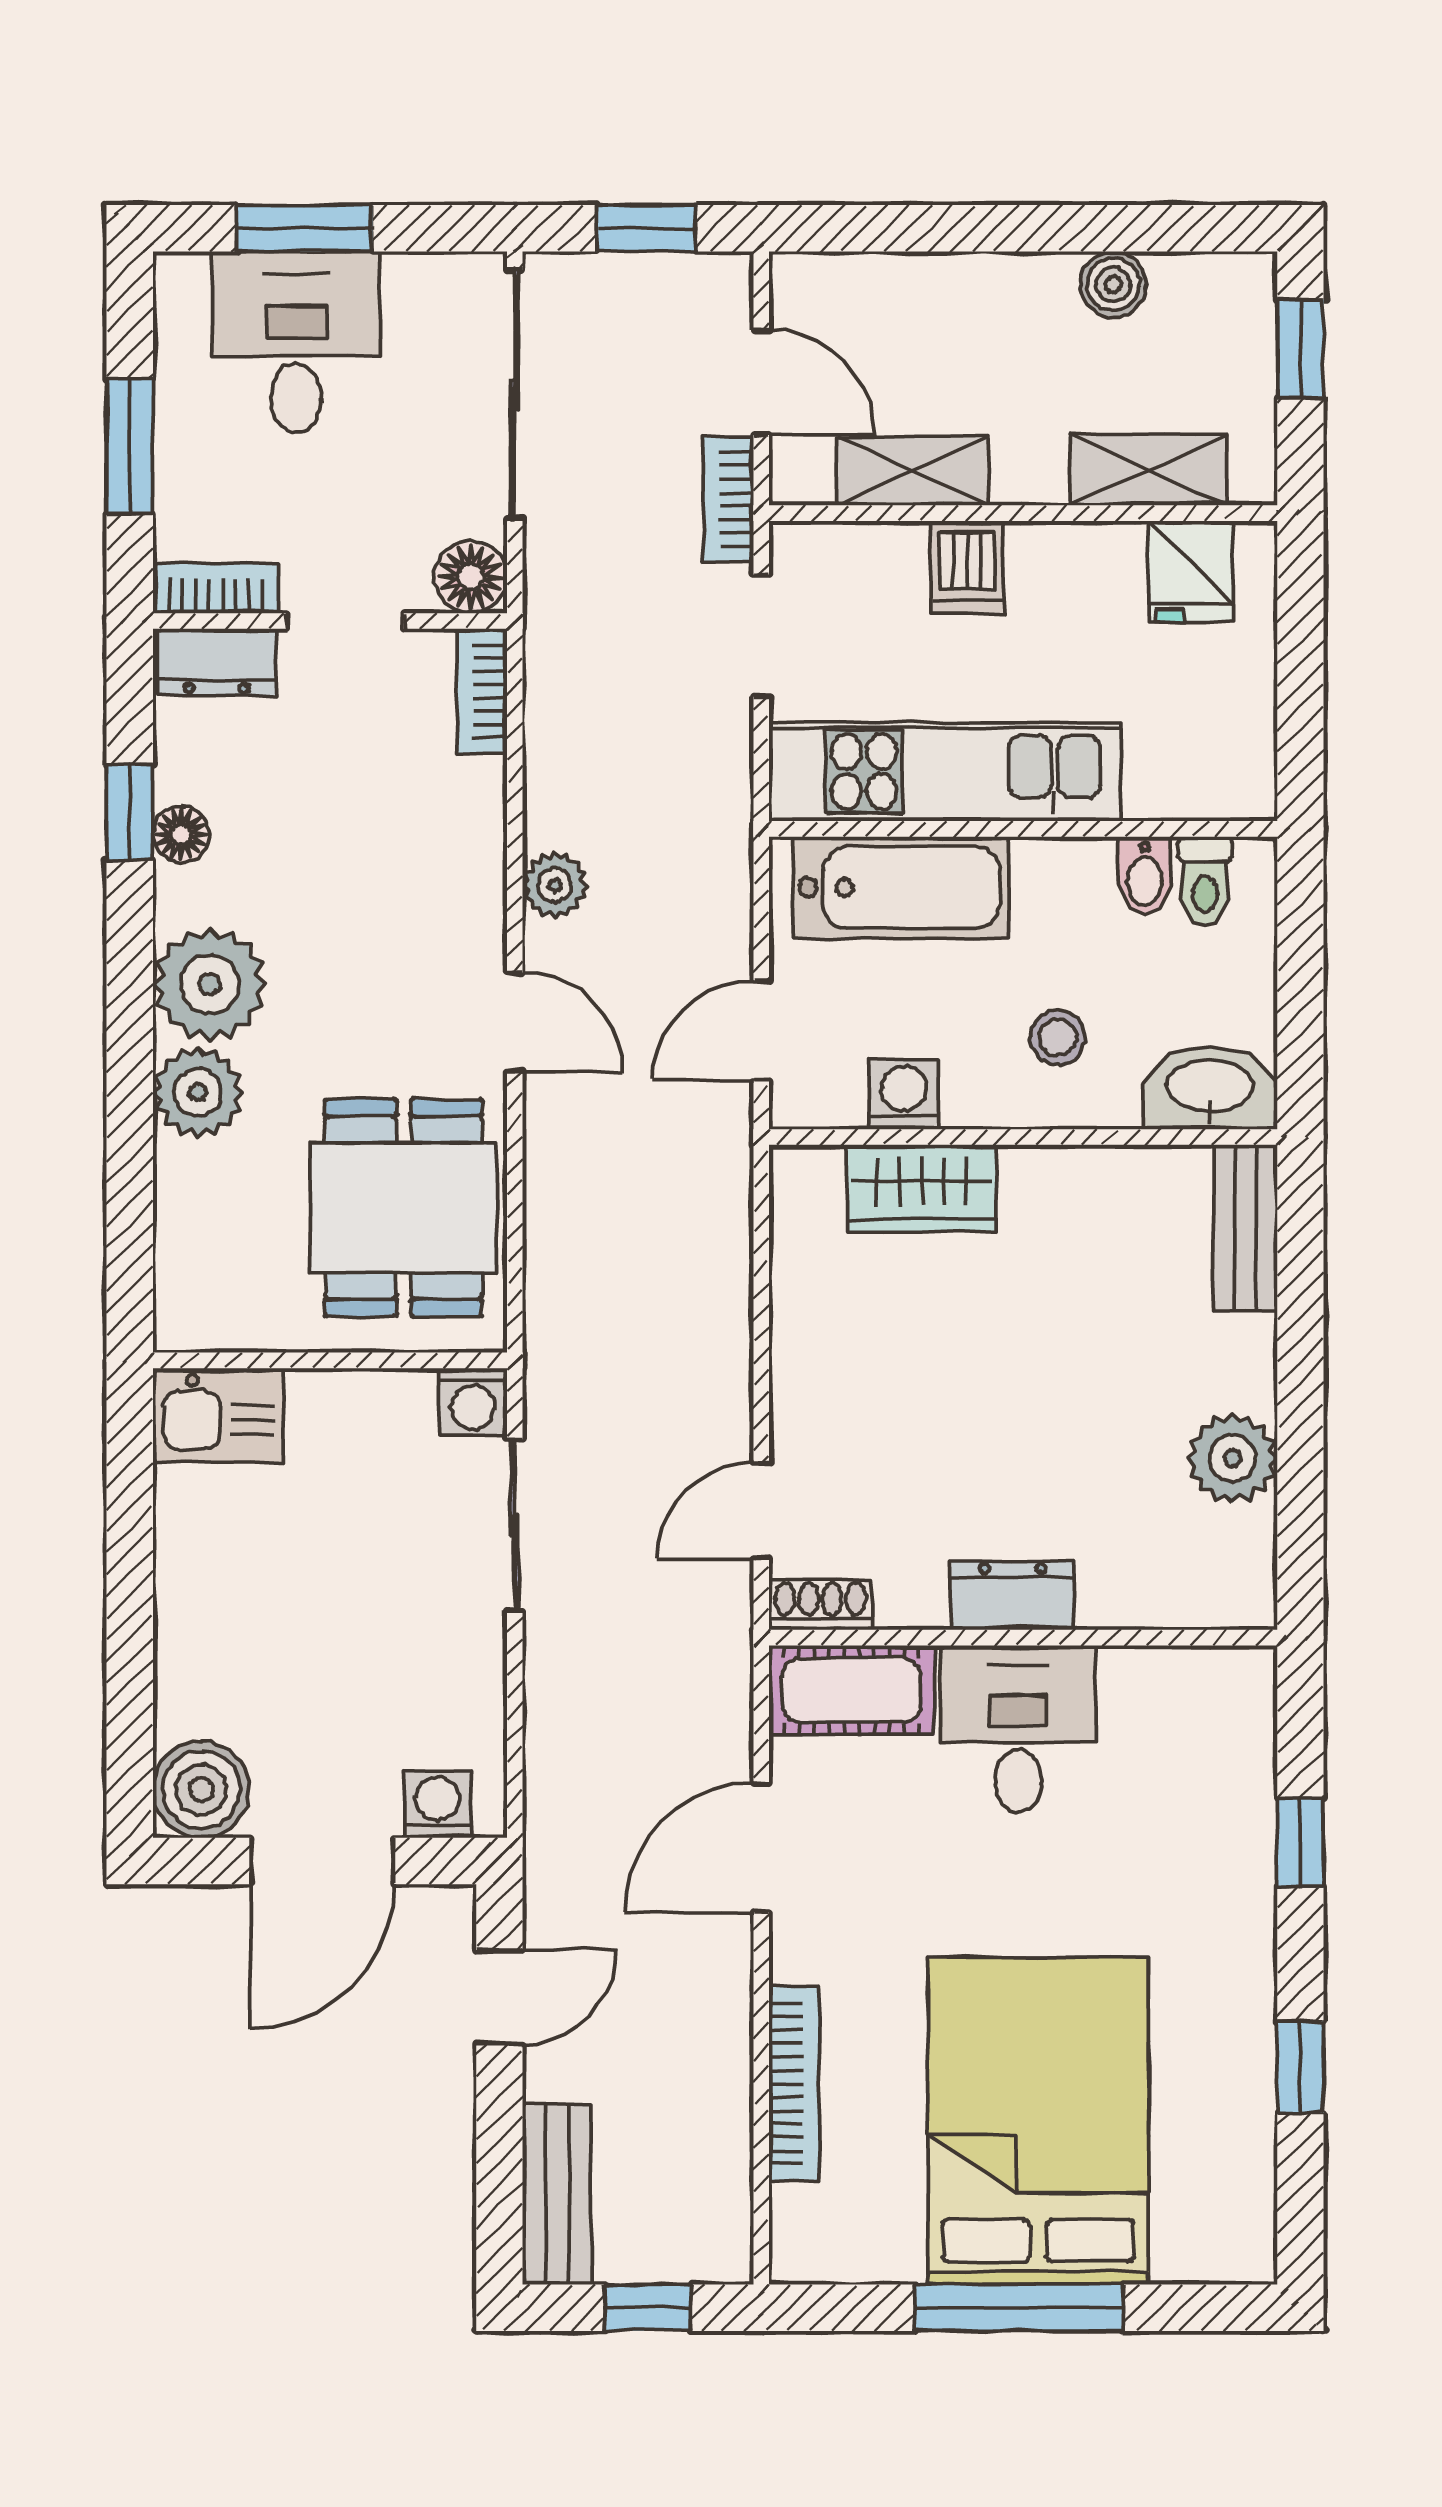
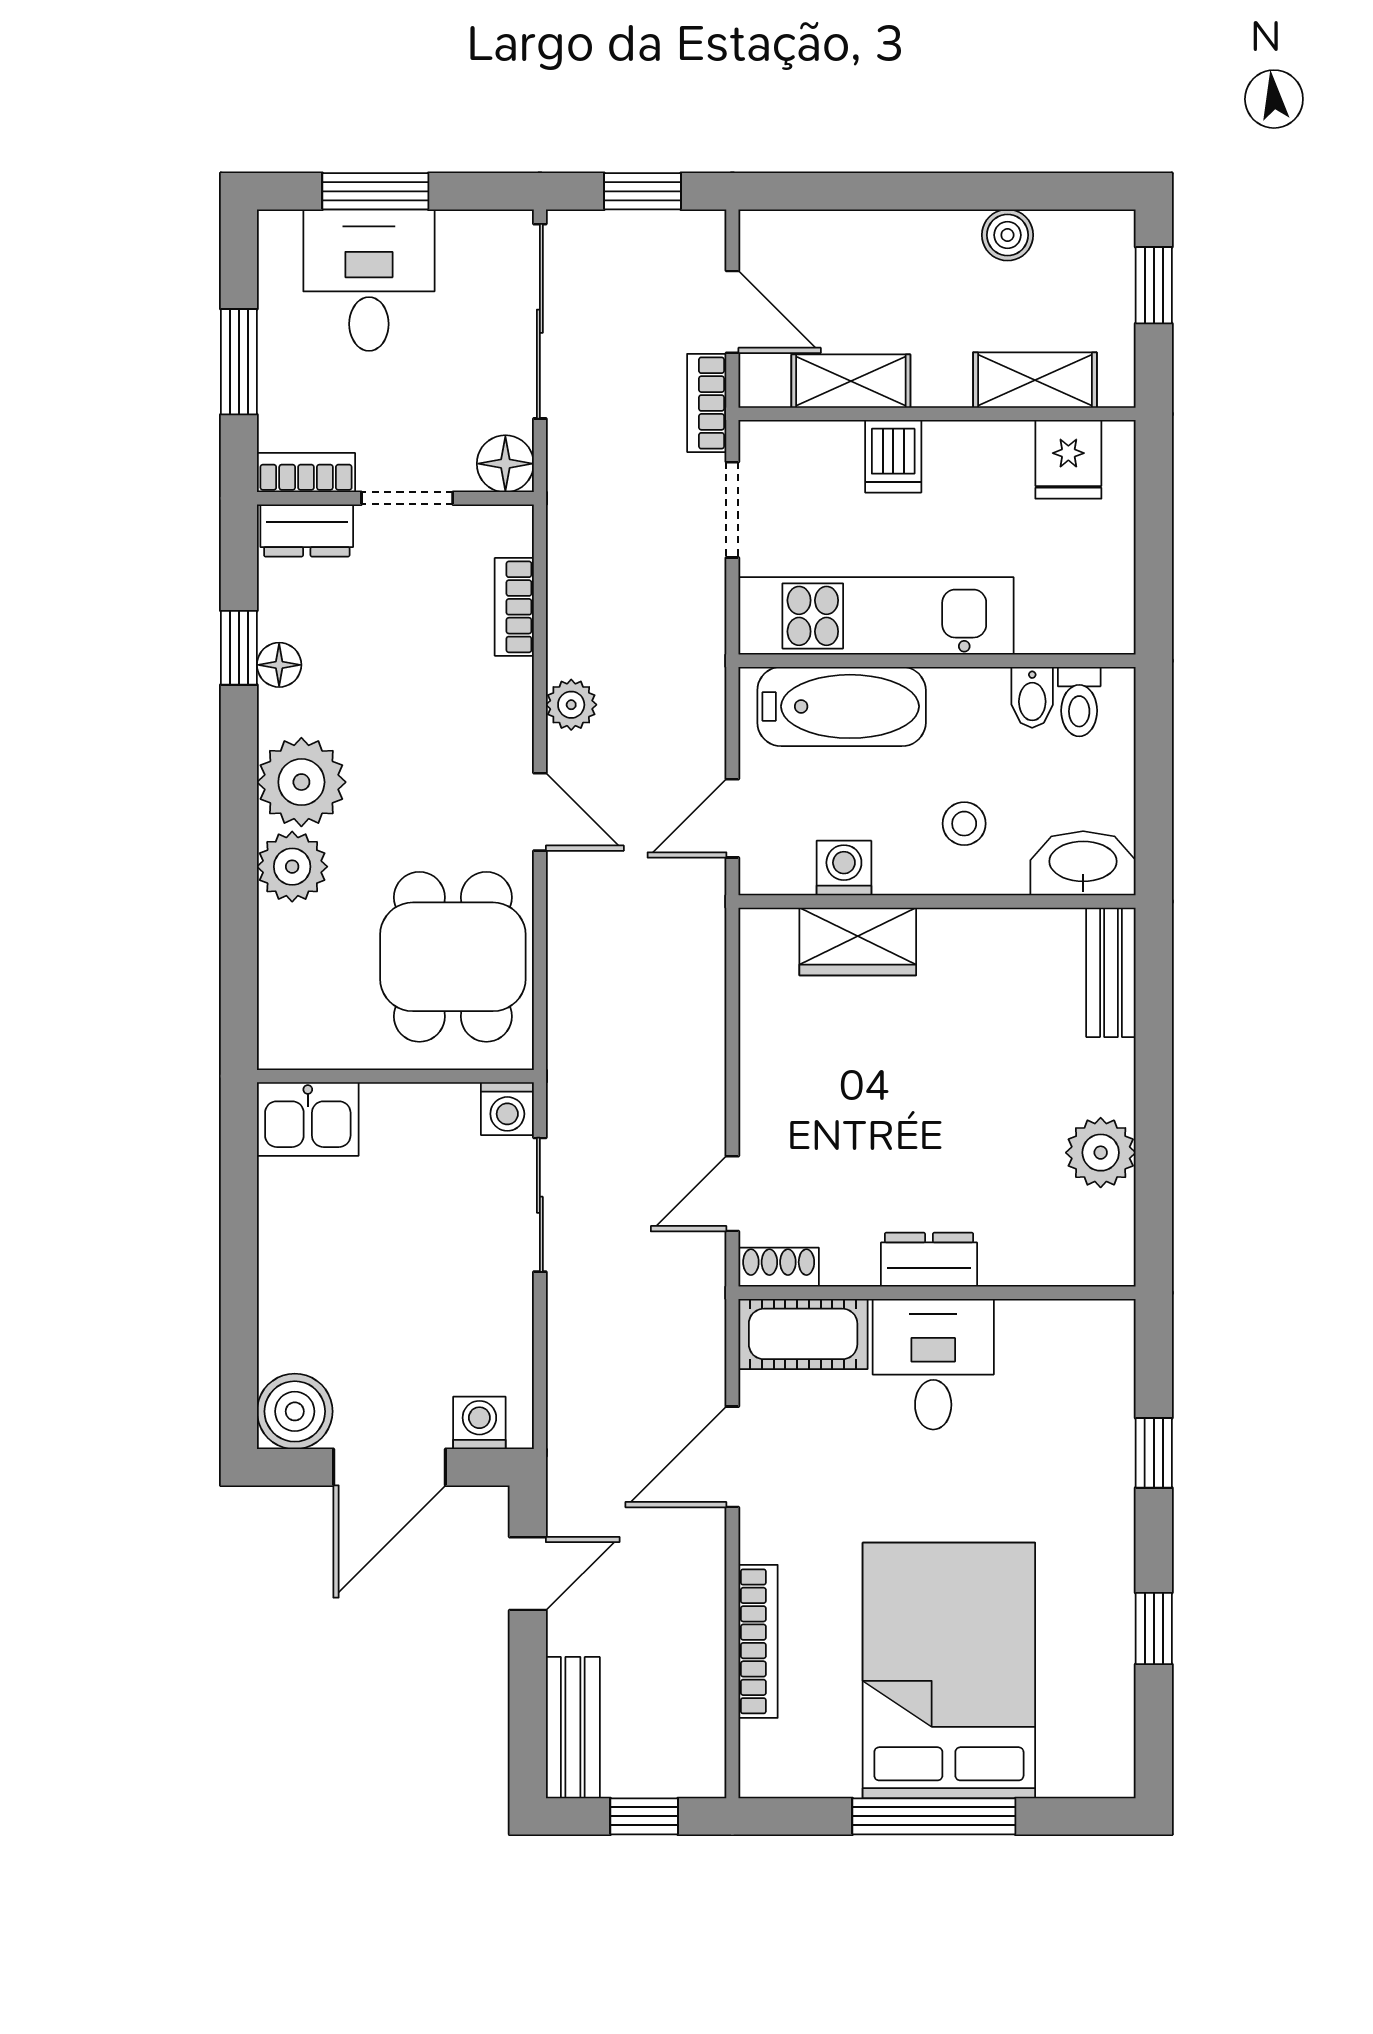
bookcase: (482, 691) -> (514, 607), moved

